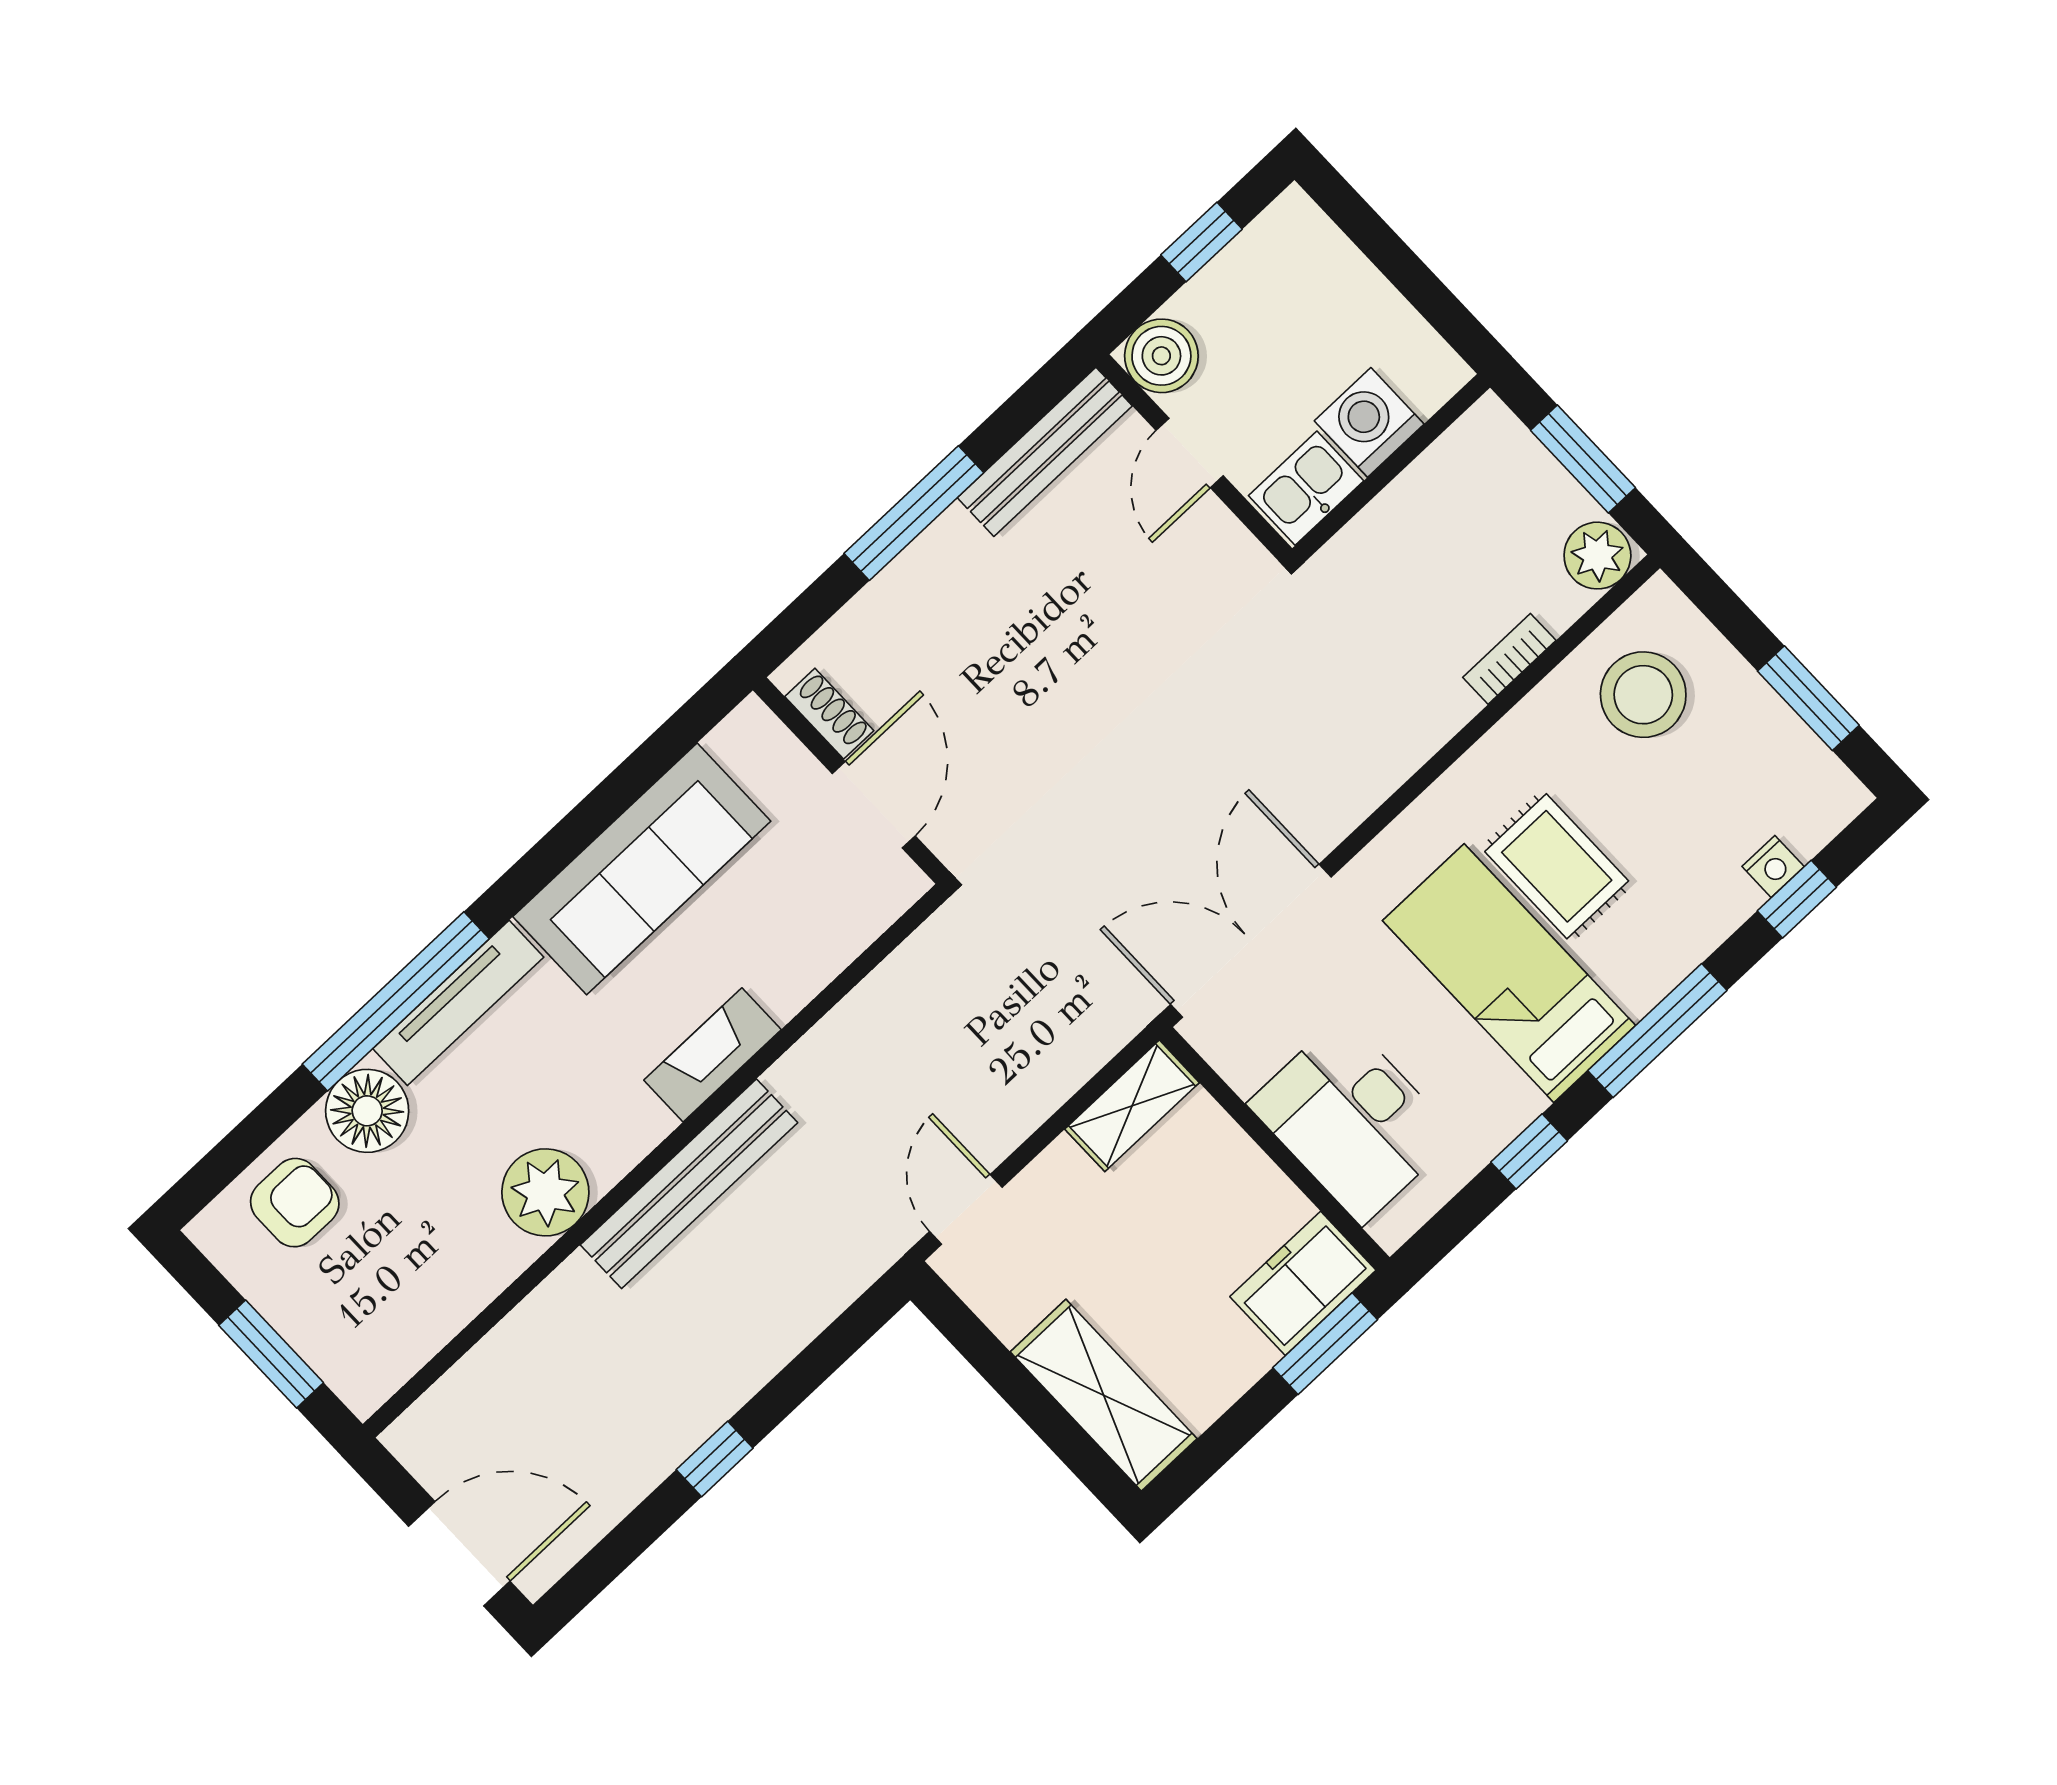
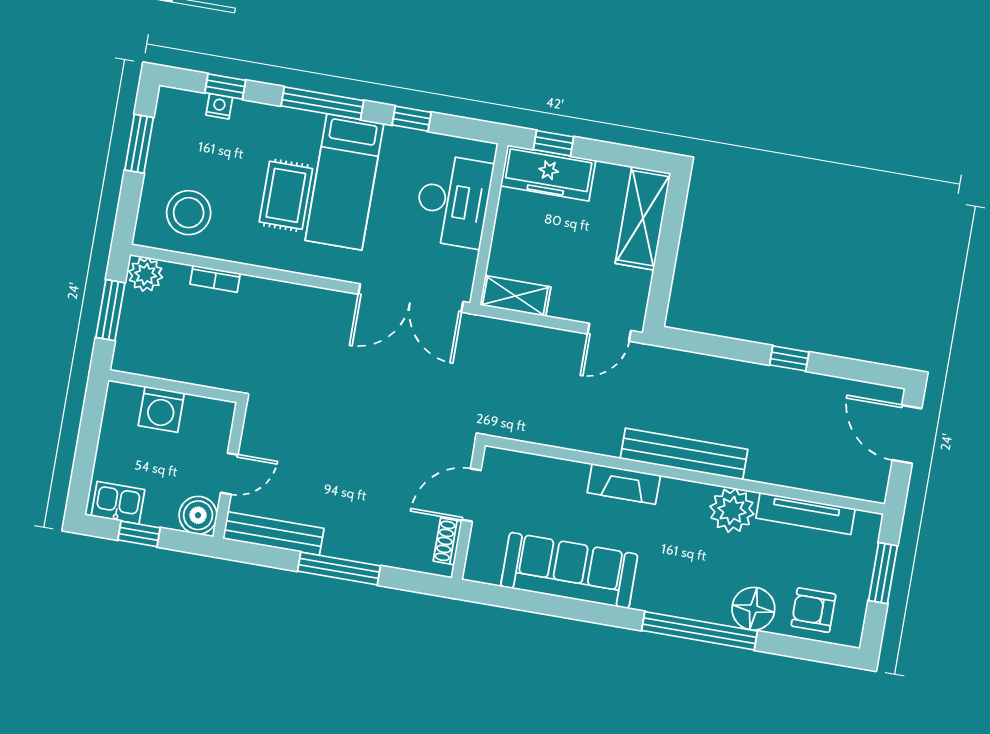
kitchen sink: (1306, 488) -> (118, 503), moved, turned 180
tv unit: (458, 1003) -> (806, 514), moved, turned 180
freezer: (1303, 1283) -> (548, 173), width x1.40
window: (1325, 1344) -> (553, 143), width x0.67

